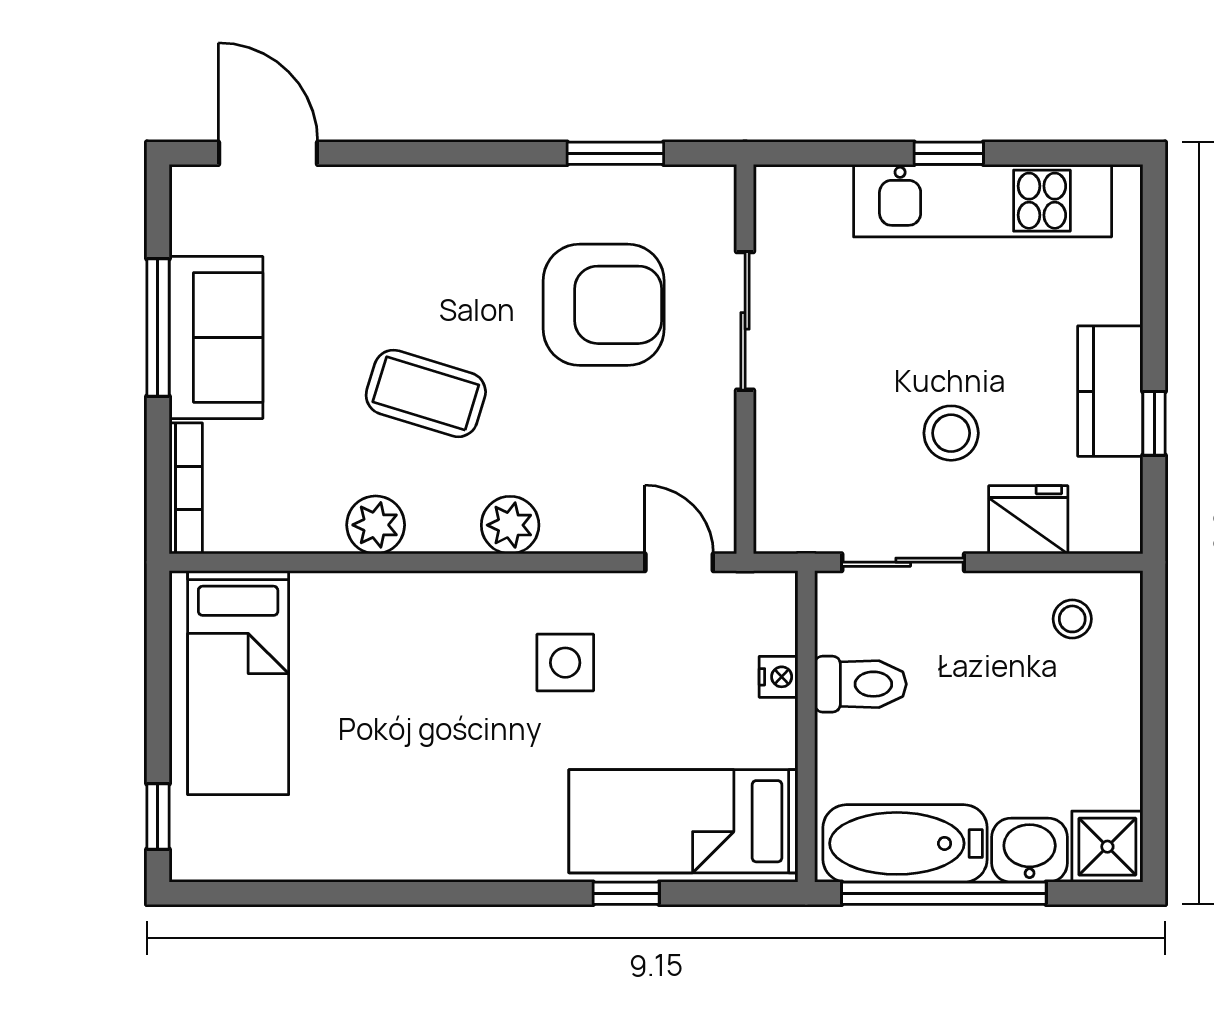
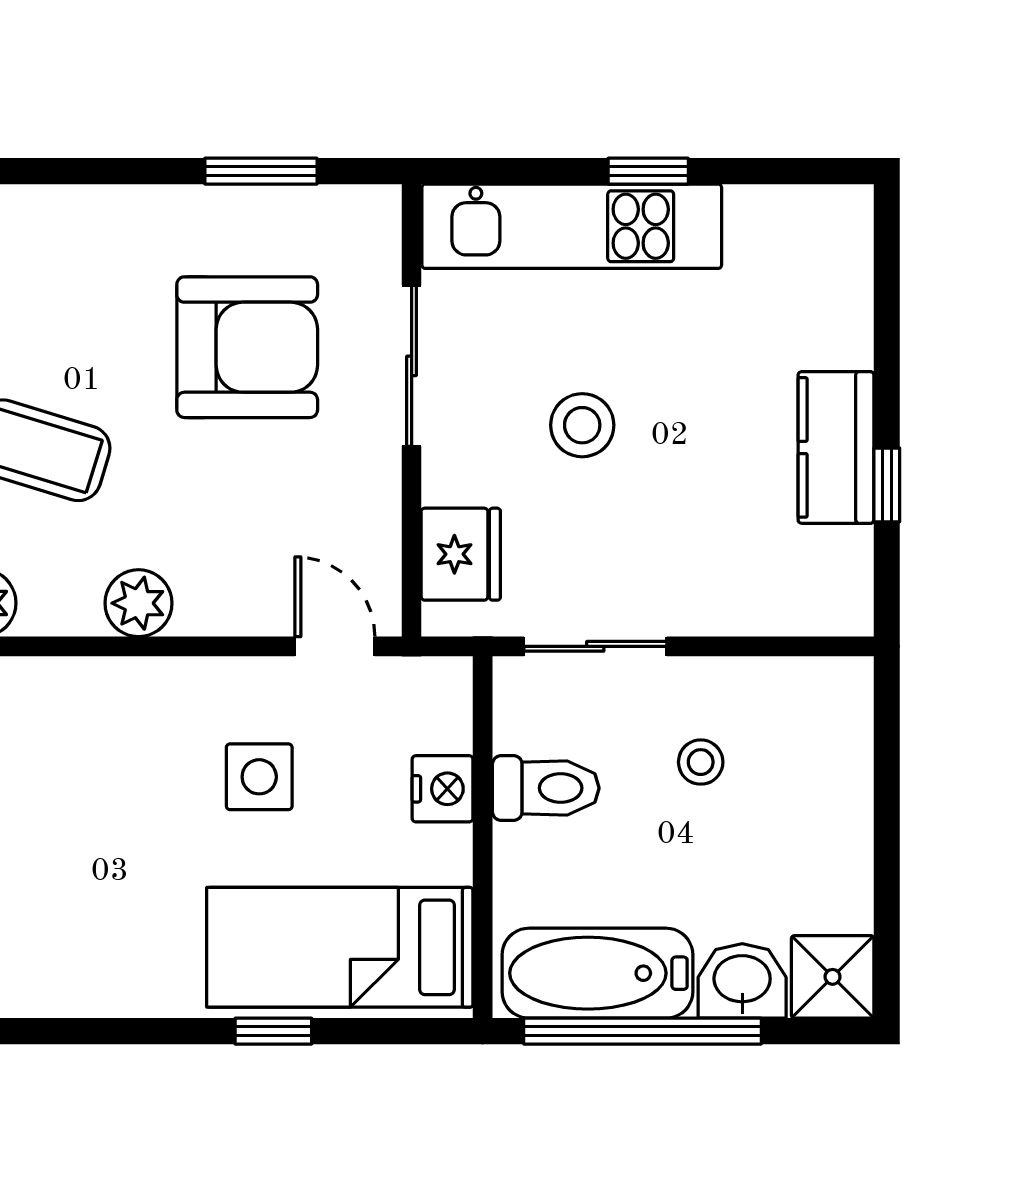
kitchen unit: (983, 201) -> (572, 226), moved
stool: (951, 433) -> (582, 425), moved
fridge: (1028, 520) -> (461, 554), moved, turned 90
stool: (1072, 619) -> (701, 762), moved
side table: (565, 663) -> (259, 777), moved
nightstand: (779, 677) -> (443, 789), width x1.39, depth x1.35

